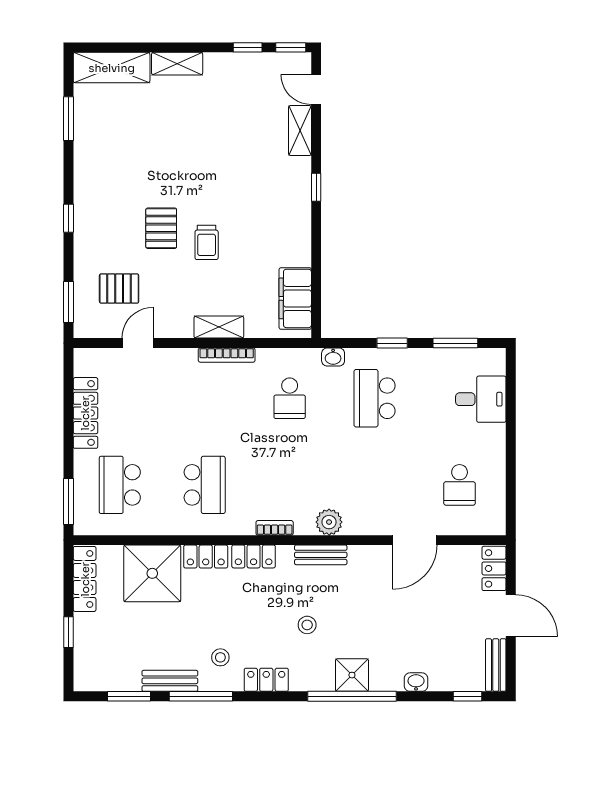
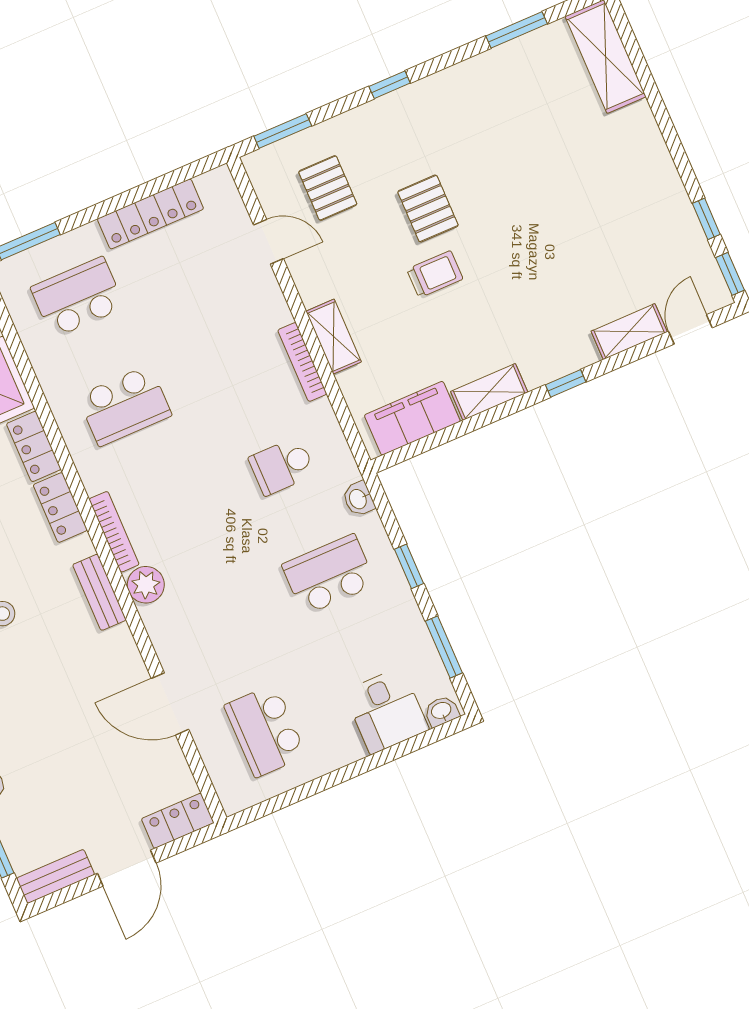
shelving: (177, 64) -> (489, 392), moved, turned 90
pallet: (161, 228) -> (428, 209), turned 90
trolley: (207, 242) -> (435, 274), turned 180
washbasin: (497, 363) -> (441, 711), added
school desk: (460, 485) -> (265, 731), width x1.85
bookcase: (275, 528) -> (114, 532), width x1.56

